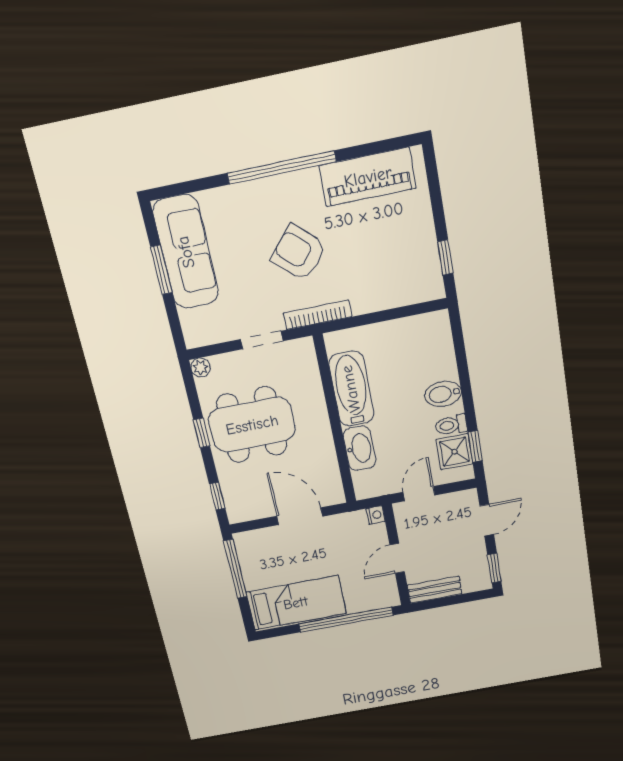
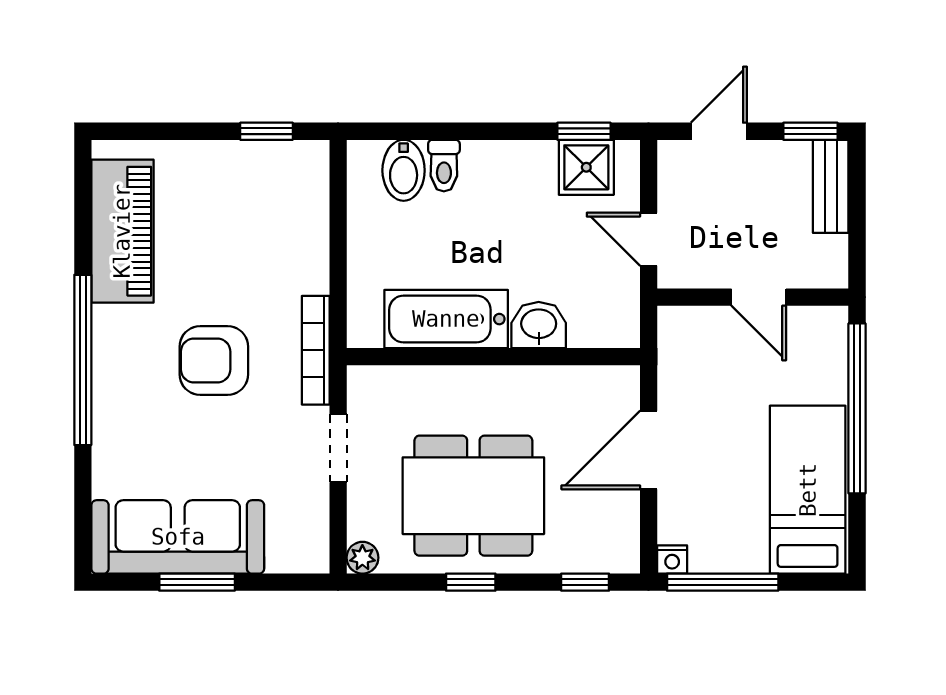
armchair: (299, 253) -> (214, 361), turned 48
bidet: (443, 394) -> (404, 170), moved
dining table: (252, 425) -> (473, 496), turned 90
toilet: (451, 425) -> (444, 166), moved
washbasin: (359, 448) -> (539, 325), width x0.72
nightstand: (376, 515) -> (672, 559), moved, turned 180
door: (487, 520) -> (719, 131), hinge flipped
bench: (435, 590) -> (831, 186), moved

